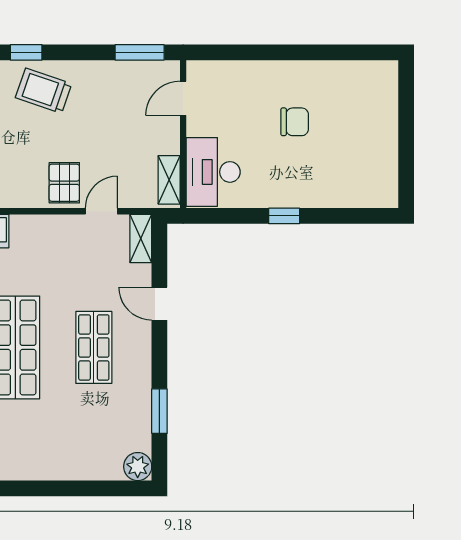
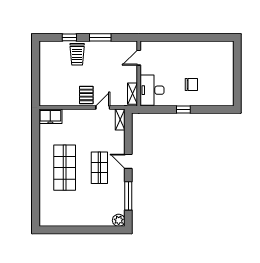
window: (140, 52) -> (100, 37), moved
trolley: (44, 91) -> (77, 54), turned -109
chair: (295, 122) -> (191, 84), moved
door: (159, 304) -> (128, 161), moved
window: (159, 411) -> (128, 196), width x1.44

